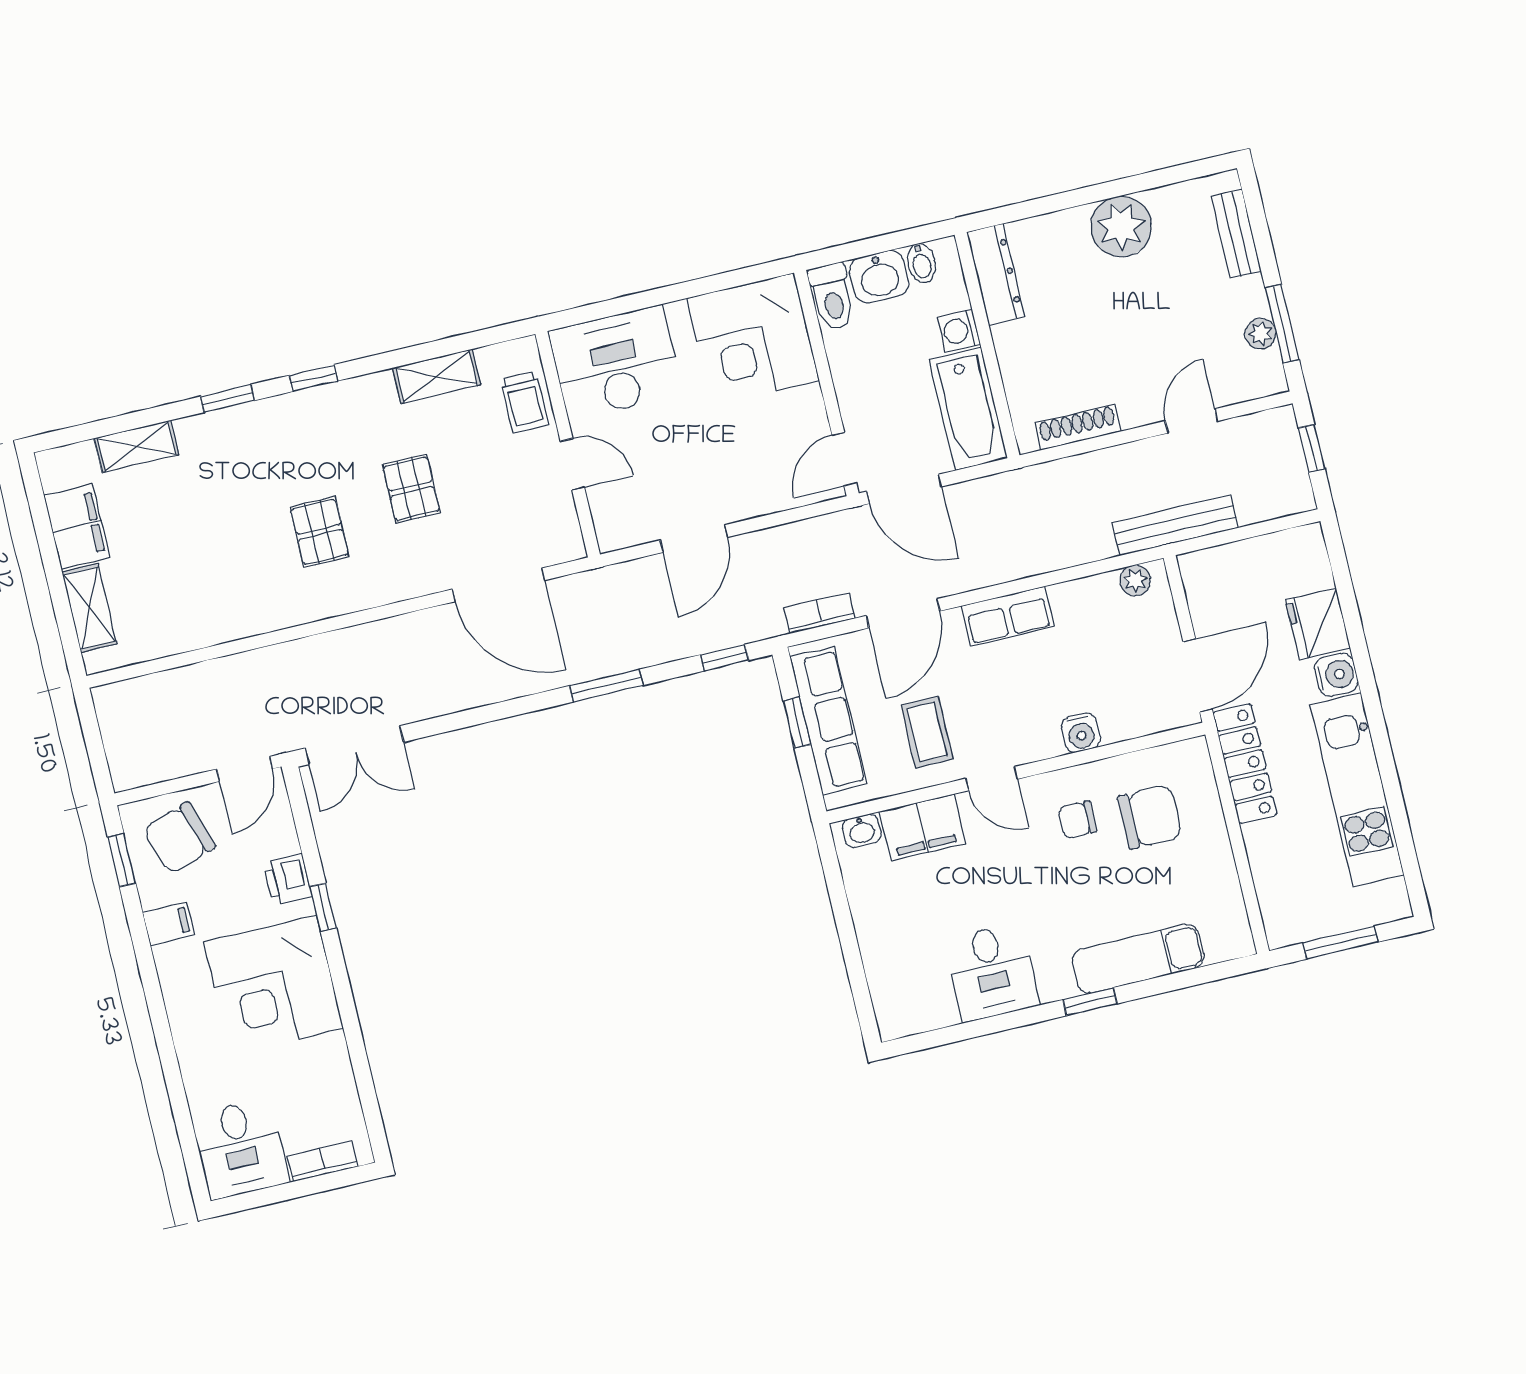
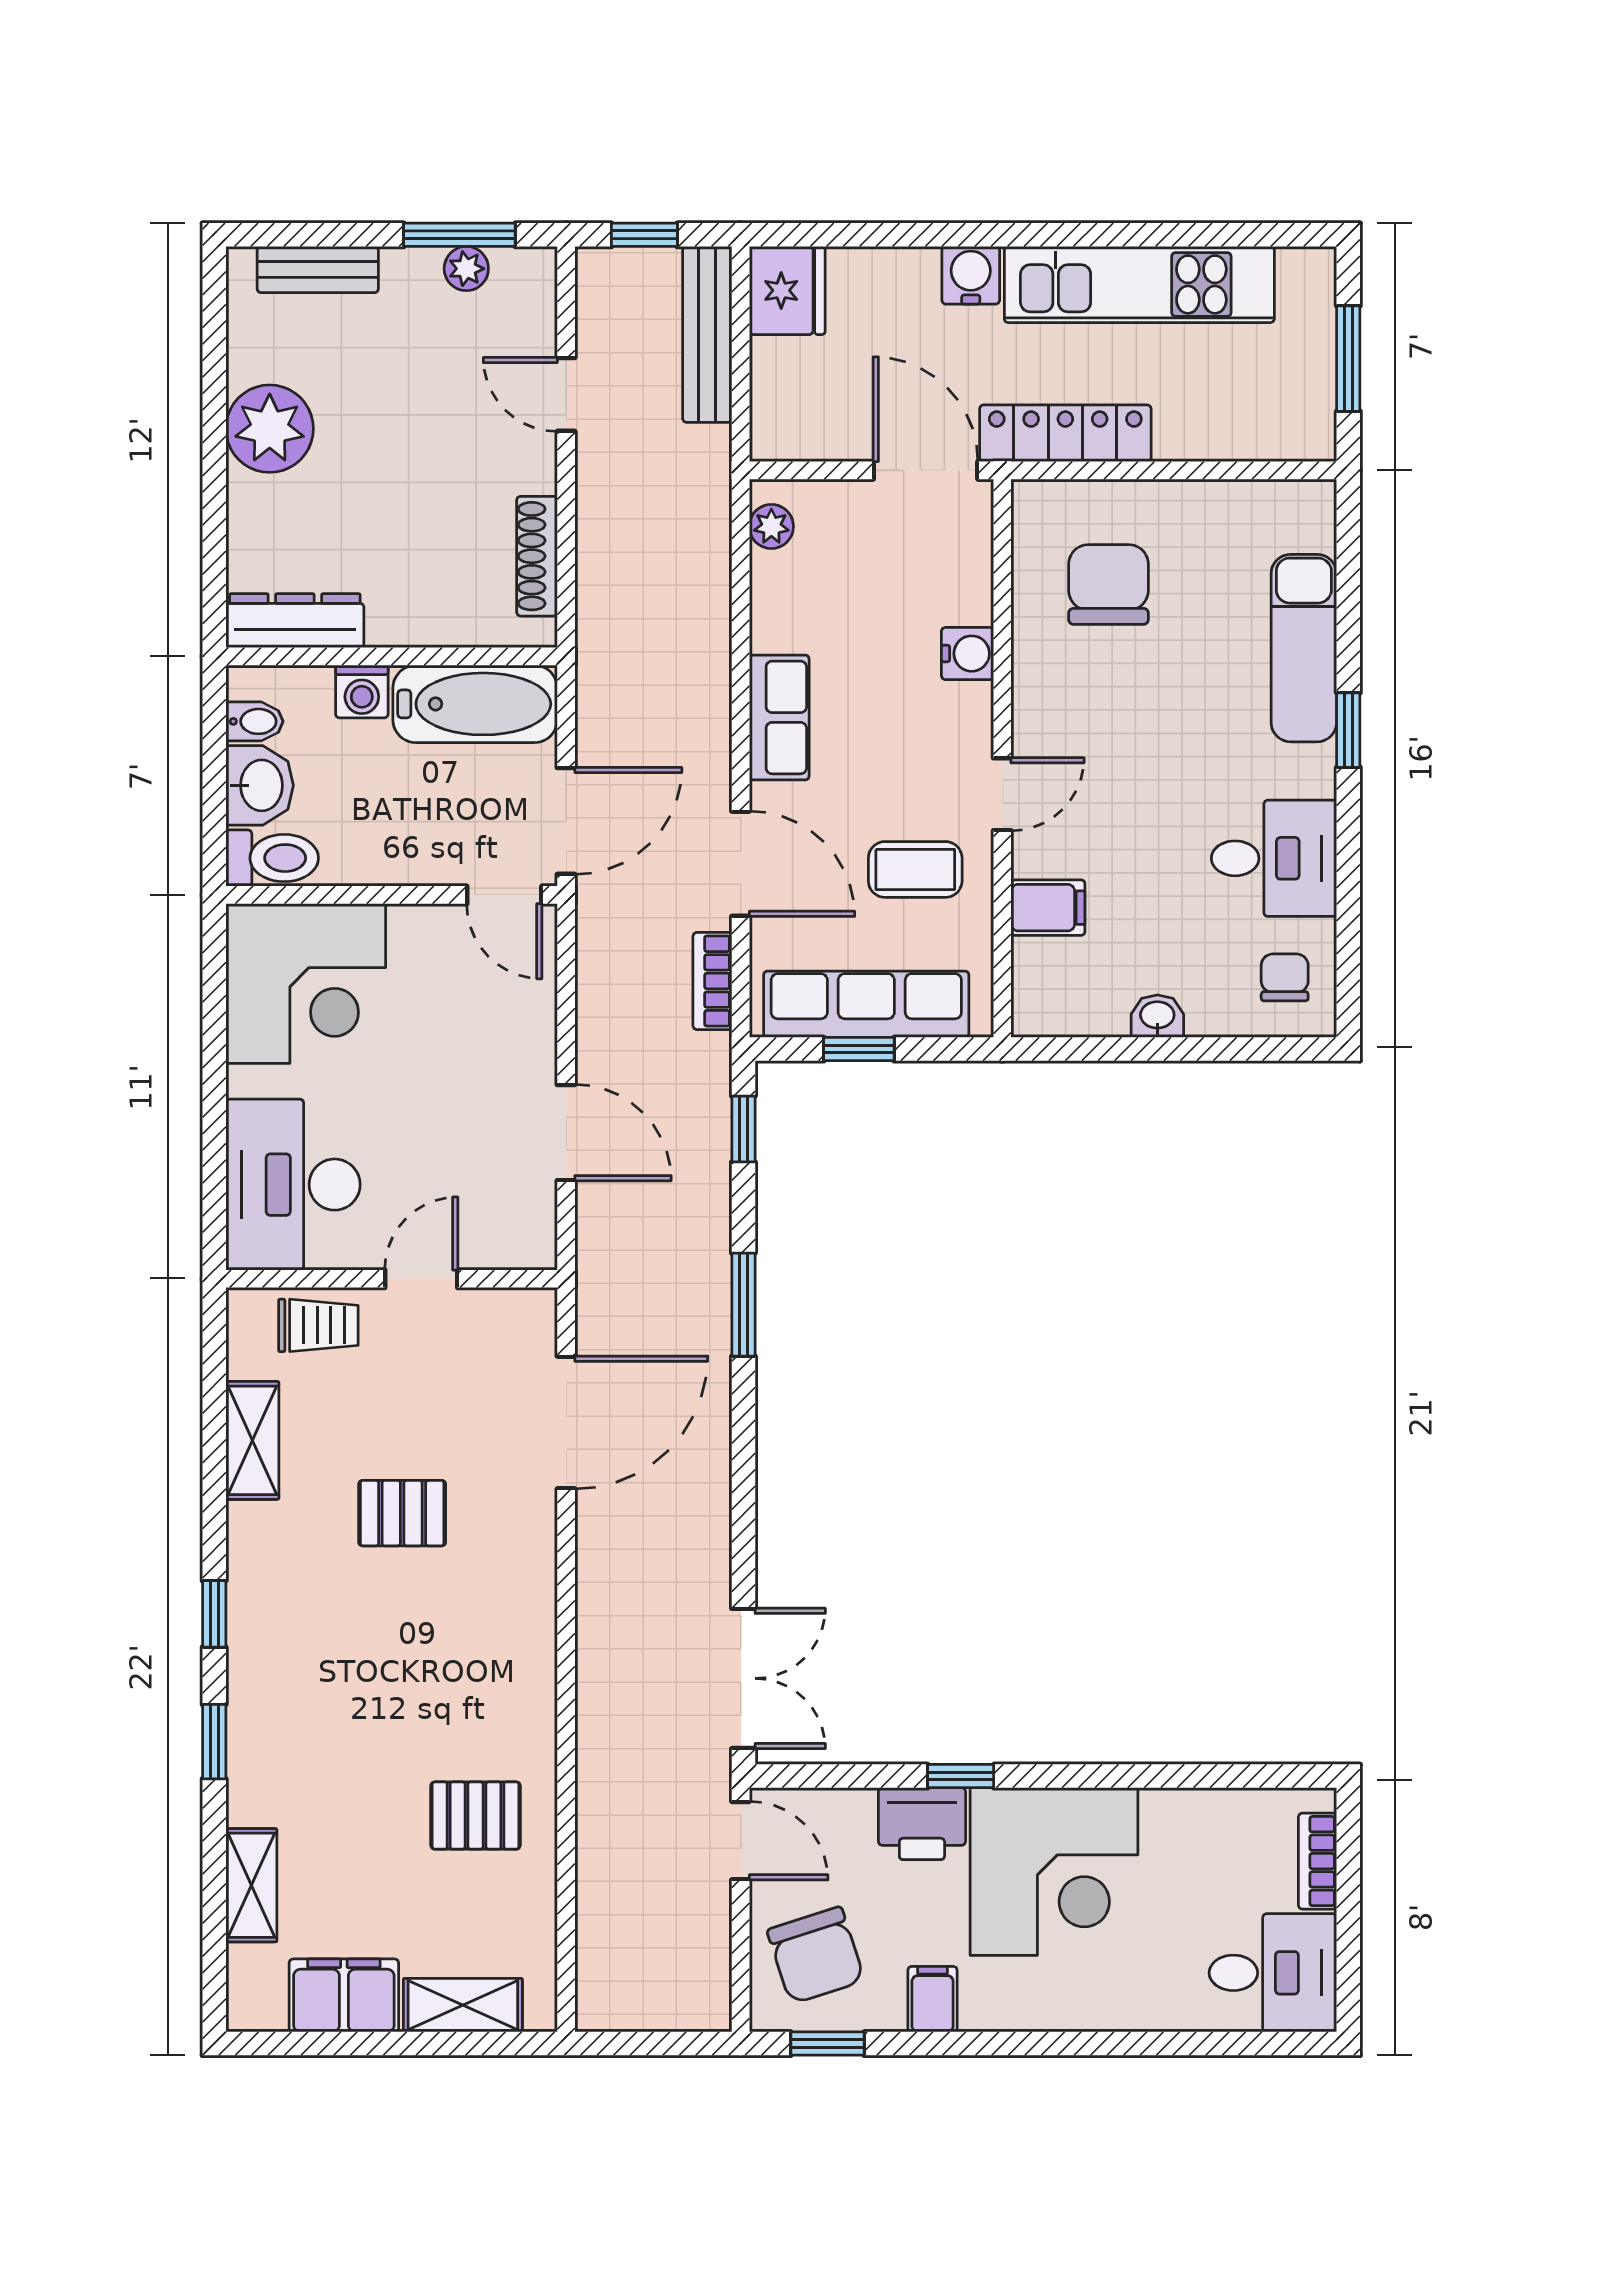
bench: (1175, 525) -> (707, 334), moved
pallet: (319, 532) -> (476, 1816), moved
fridge: (1318, 624) -> (787, 290), moved, turned -90
chair: (1078, 820) -> (1285, 977), moved, turned 180
filing cabinet: (922, 828) -> (1048, 908), width x0.50
washbasin: (862, 831) -> (1157, 1016), moved, turned -90
printer: (288, 880) -> (922, 1824), width x1.36, depth x1.24

